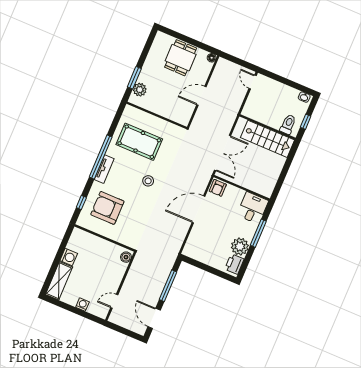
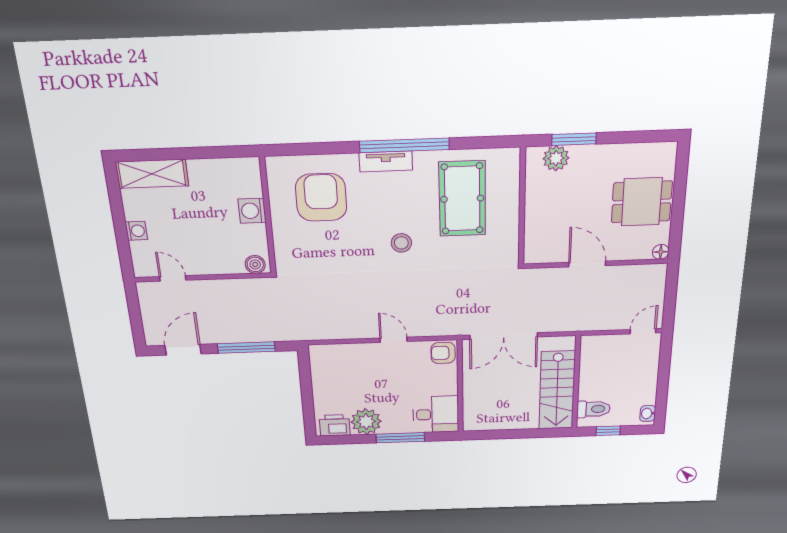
window: (81, 203) -> (307, 149), removed
door: (199, 209) -> (393, 340), width x0.53
washing machine: (69, 257) -> (252, 211), moved, turned 90

